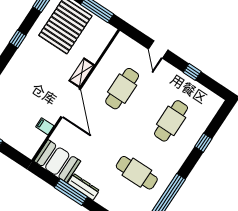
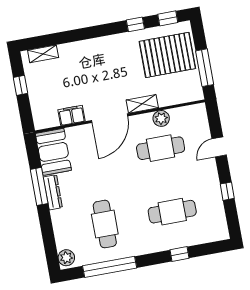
window: (18, 39) -> (135, 24), moved
plant: (103, 70) -> (161, 118), added
filing cabinet: (45, 126) -> (72, 115), width x2.00

